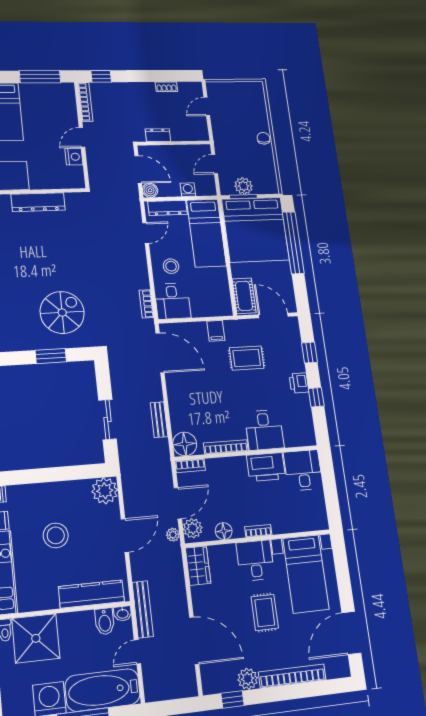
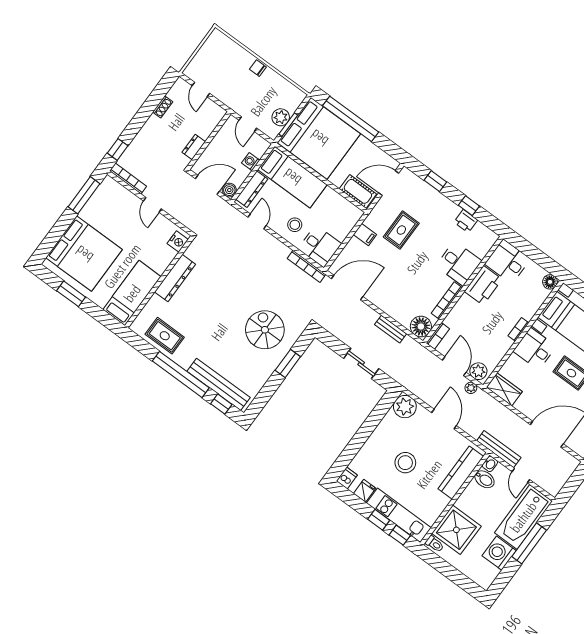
nightstand: (74, 157) -> (178, 242), moved, turned 90
bookcase: (146, 304) -> (307, 266), width x1.56
printer: (299, 383) -> (466, 221), moved
floor lamp: (224, 531) -> (550, 282), moved

